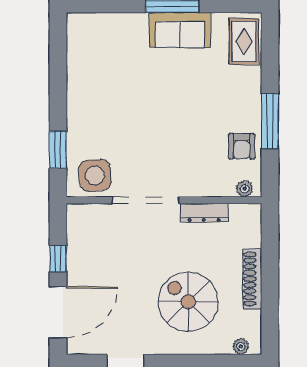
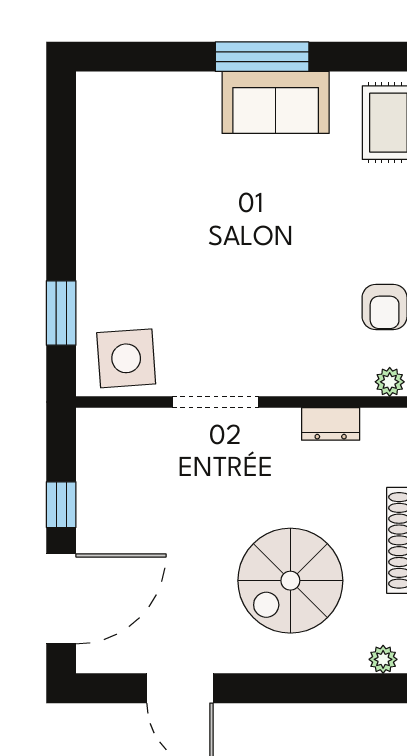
doorway: (146, 200) -> (216, 402), width x0.73
dresser: (204, 213) -> (331, 424), width x0.70
spiral stairs: (188, 302) -> (290, 581), turned -90

